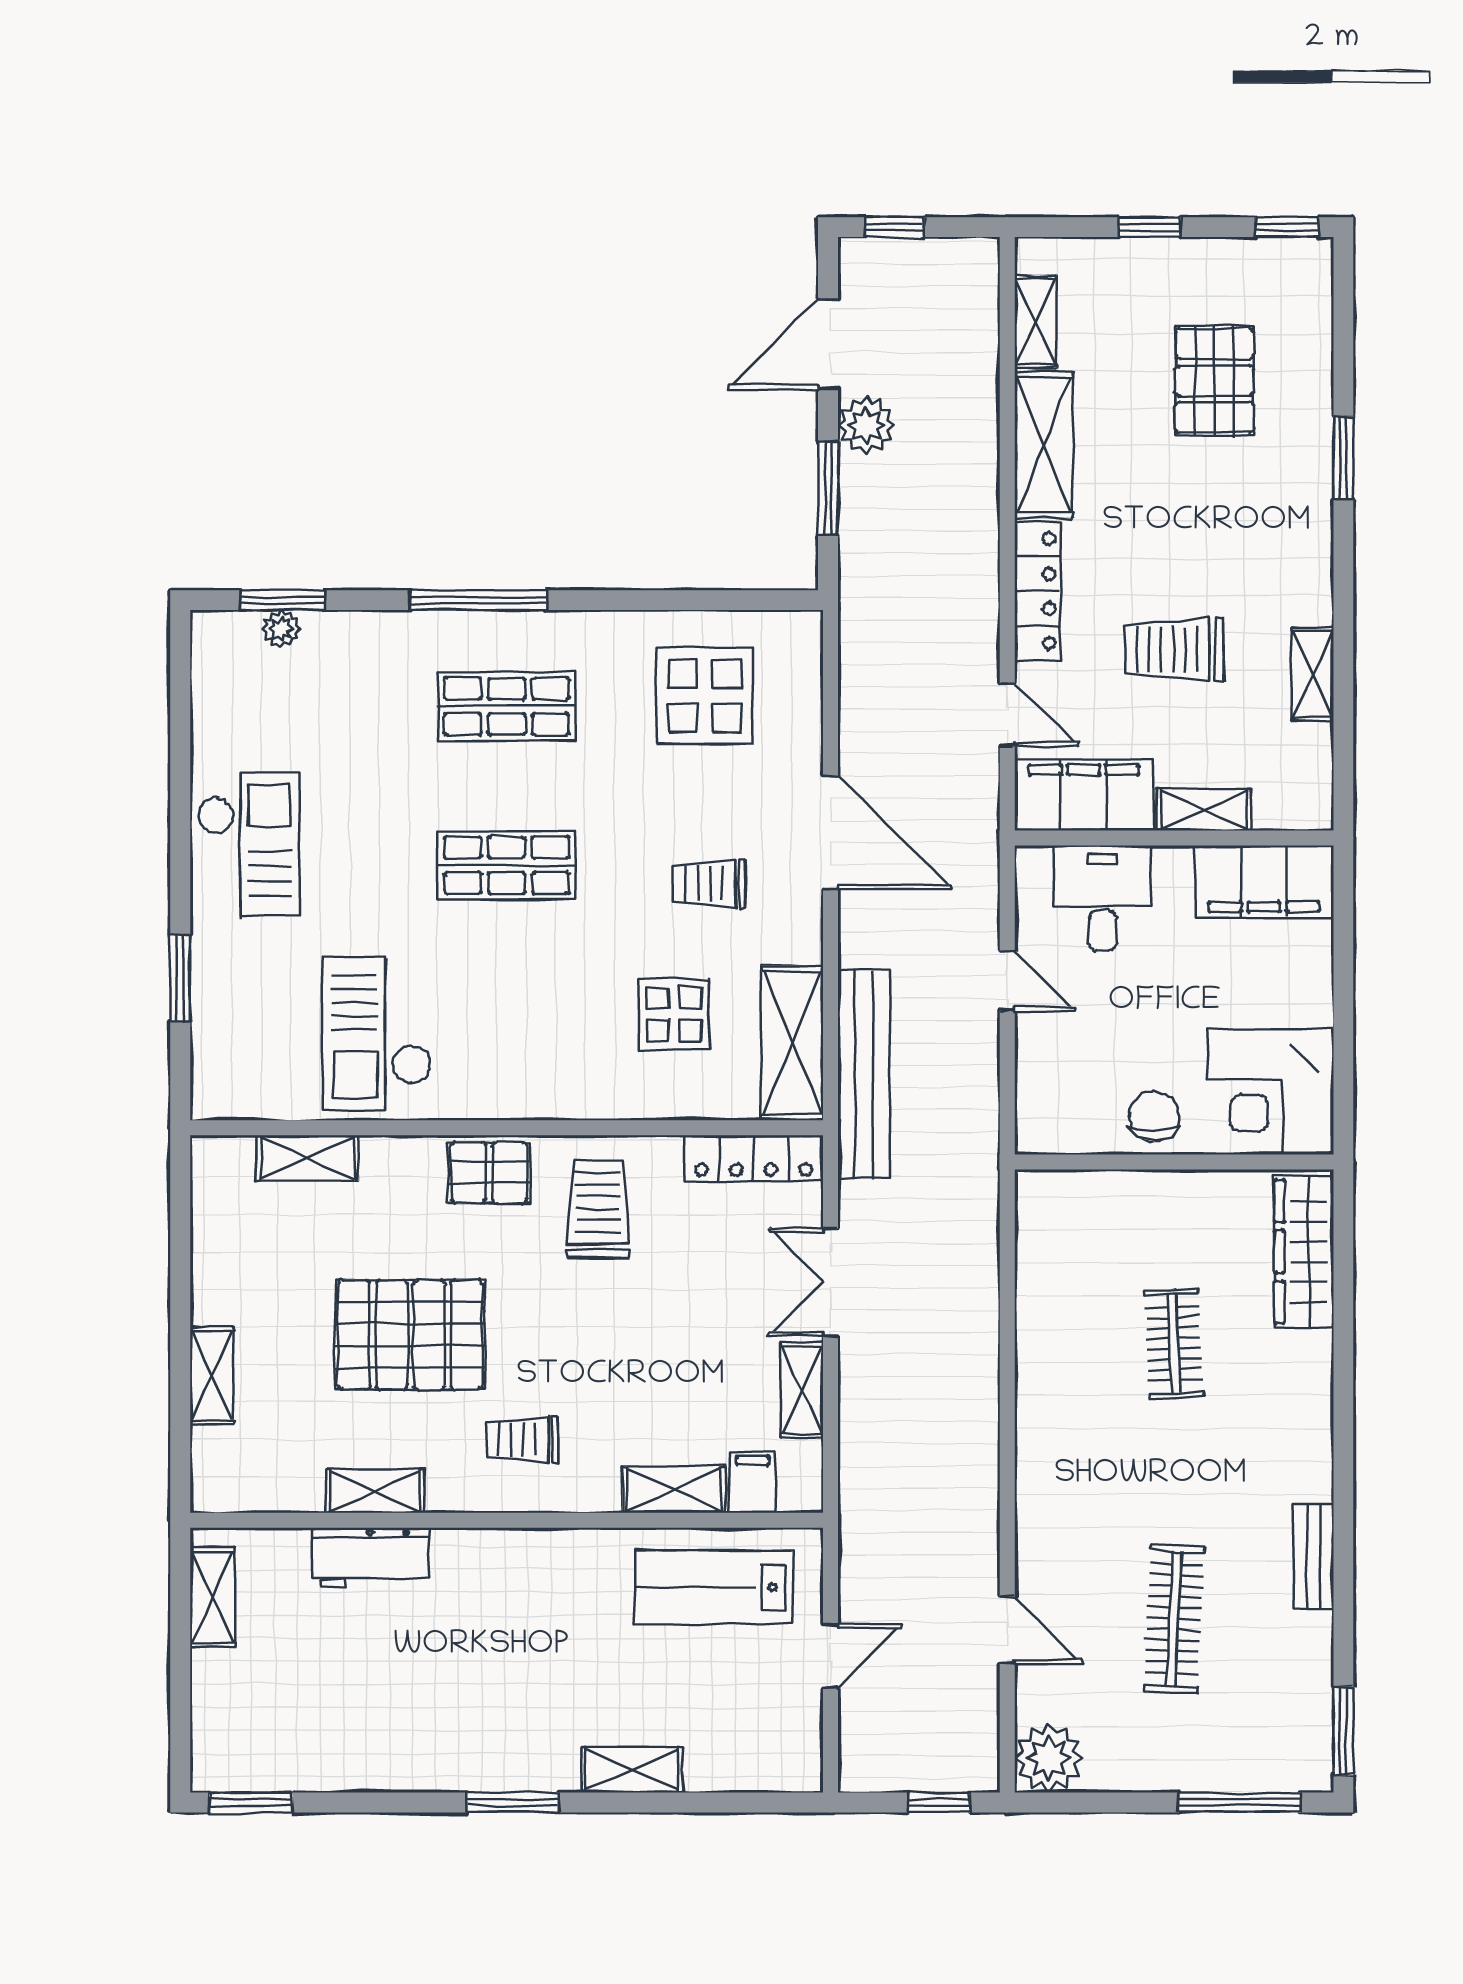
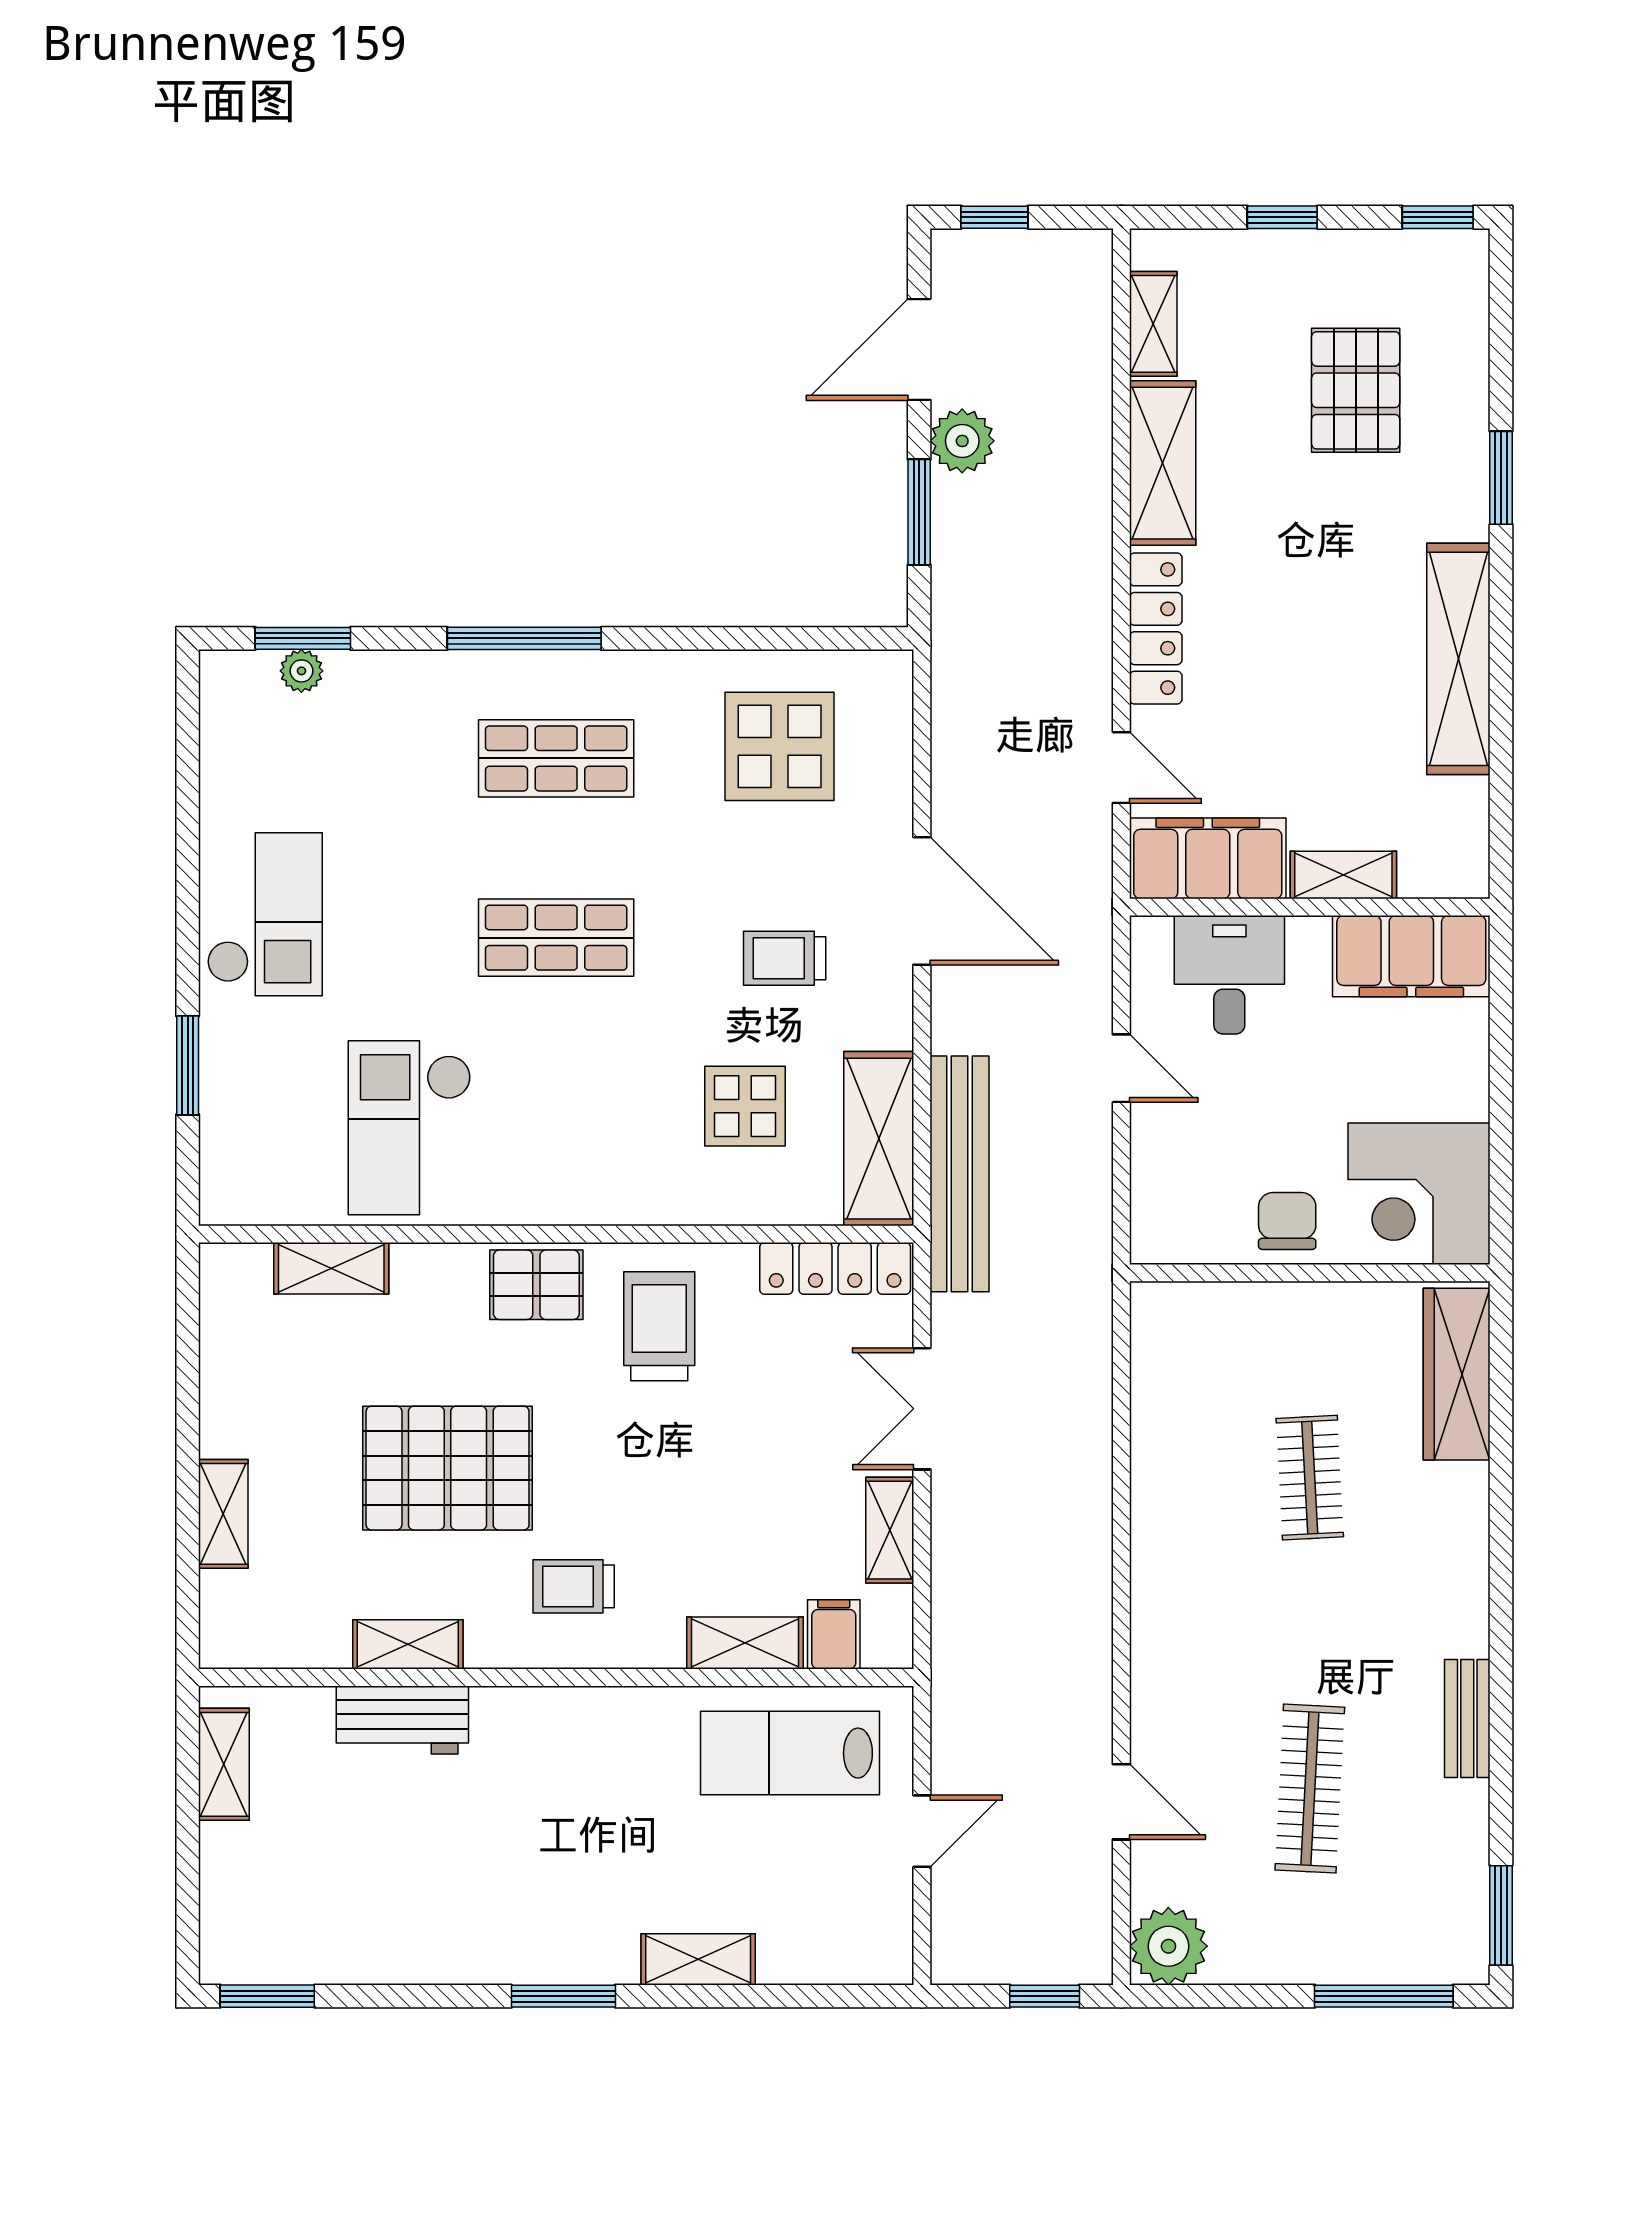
trolley: (1174, 649) -> (1310, 694), removed
shelving: (1313, 674) -> (1458, 659), width x2.20, depth x1.33

